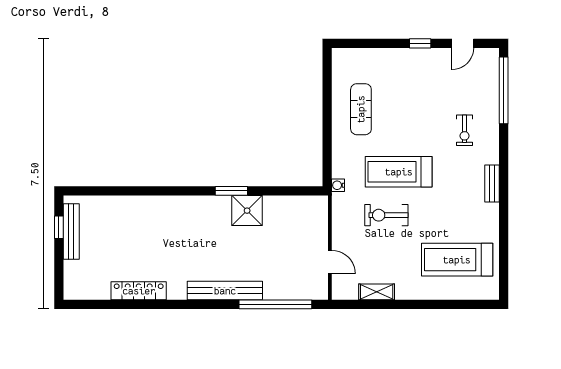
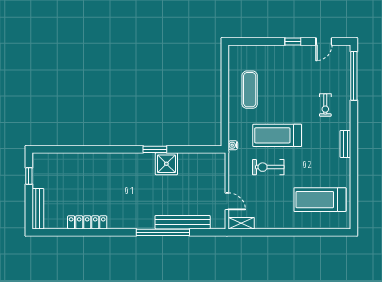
bench: (71, 231) -> (38, 209), moved
bench: (225, 291) -> (183, 222), moved
shelving: (377, 292) -> (241, 223), moved
window: (275, 304) -> (163, 232), moved

